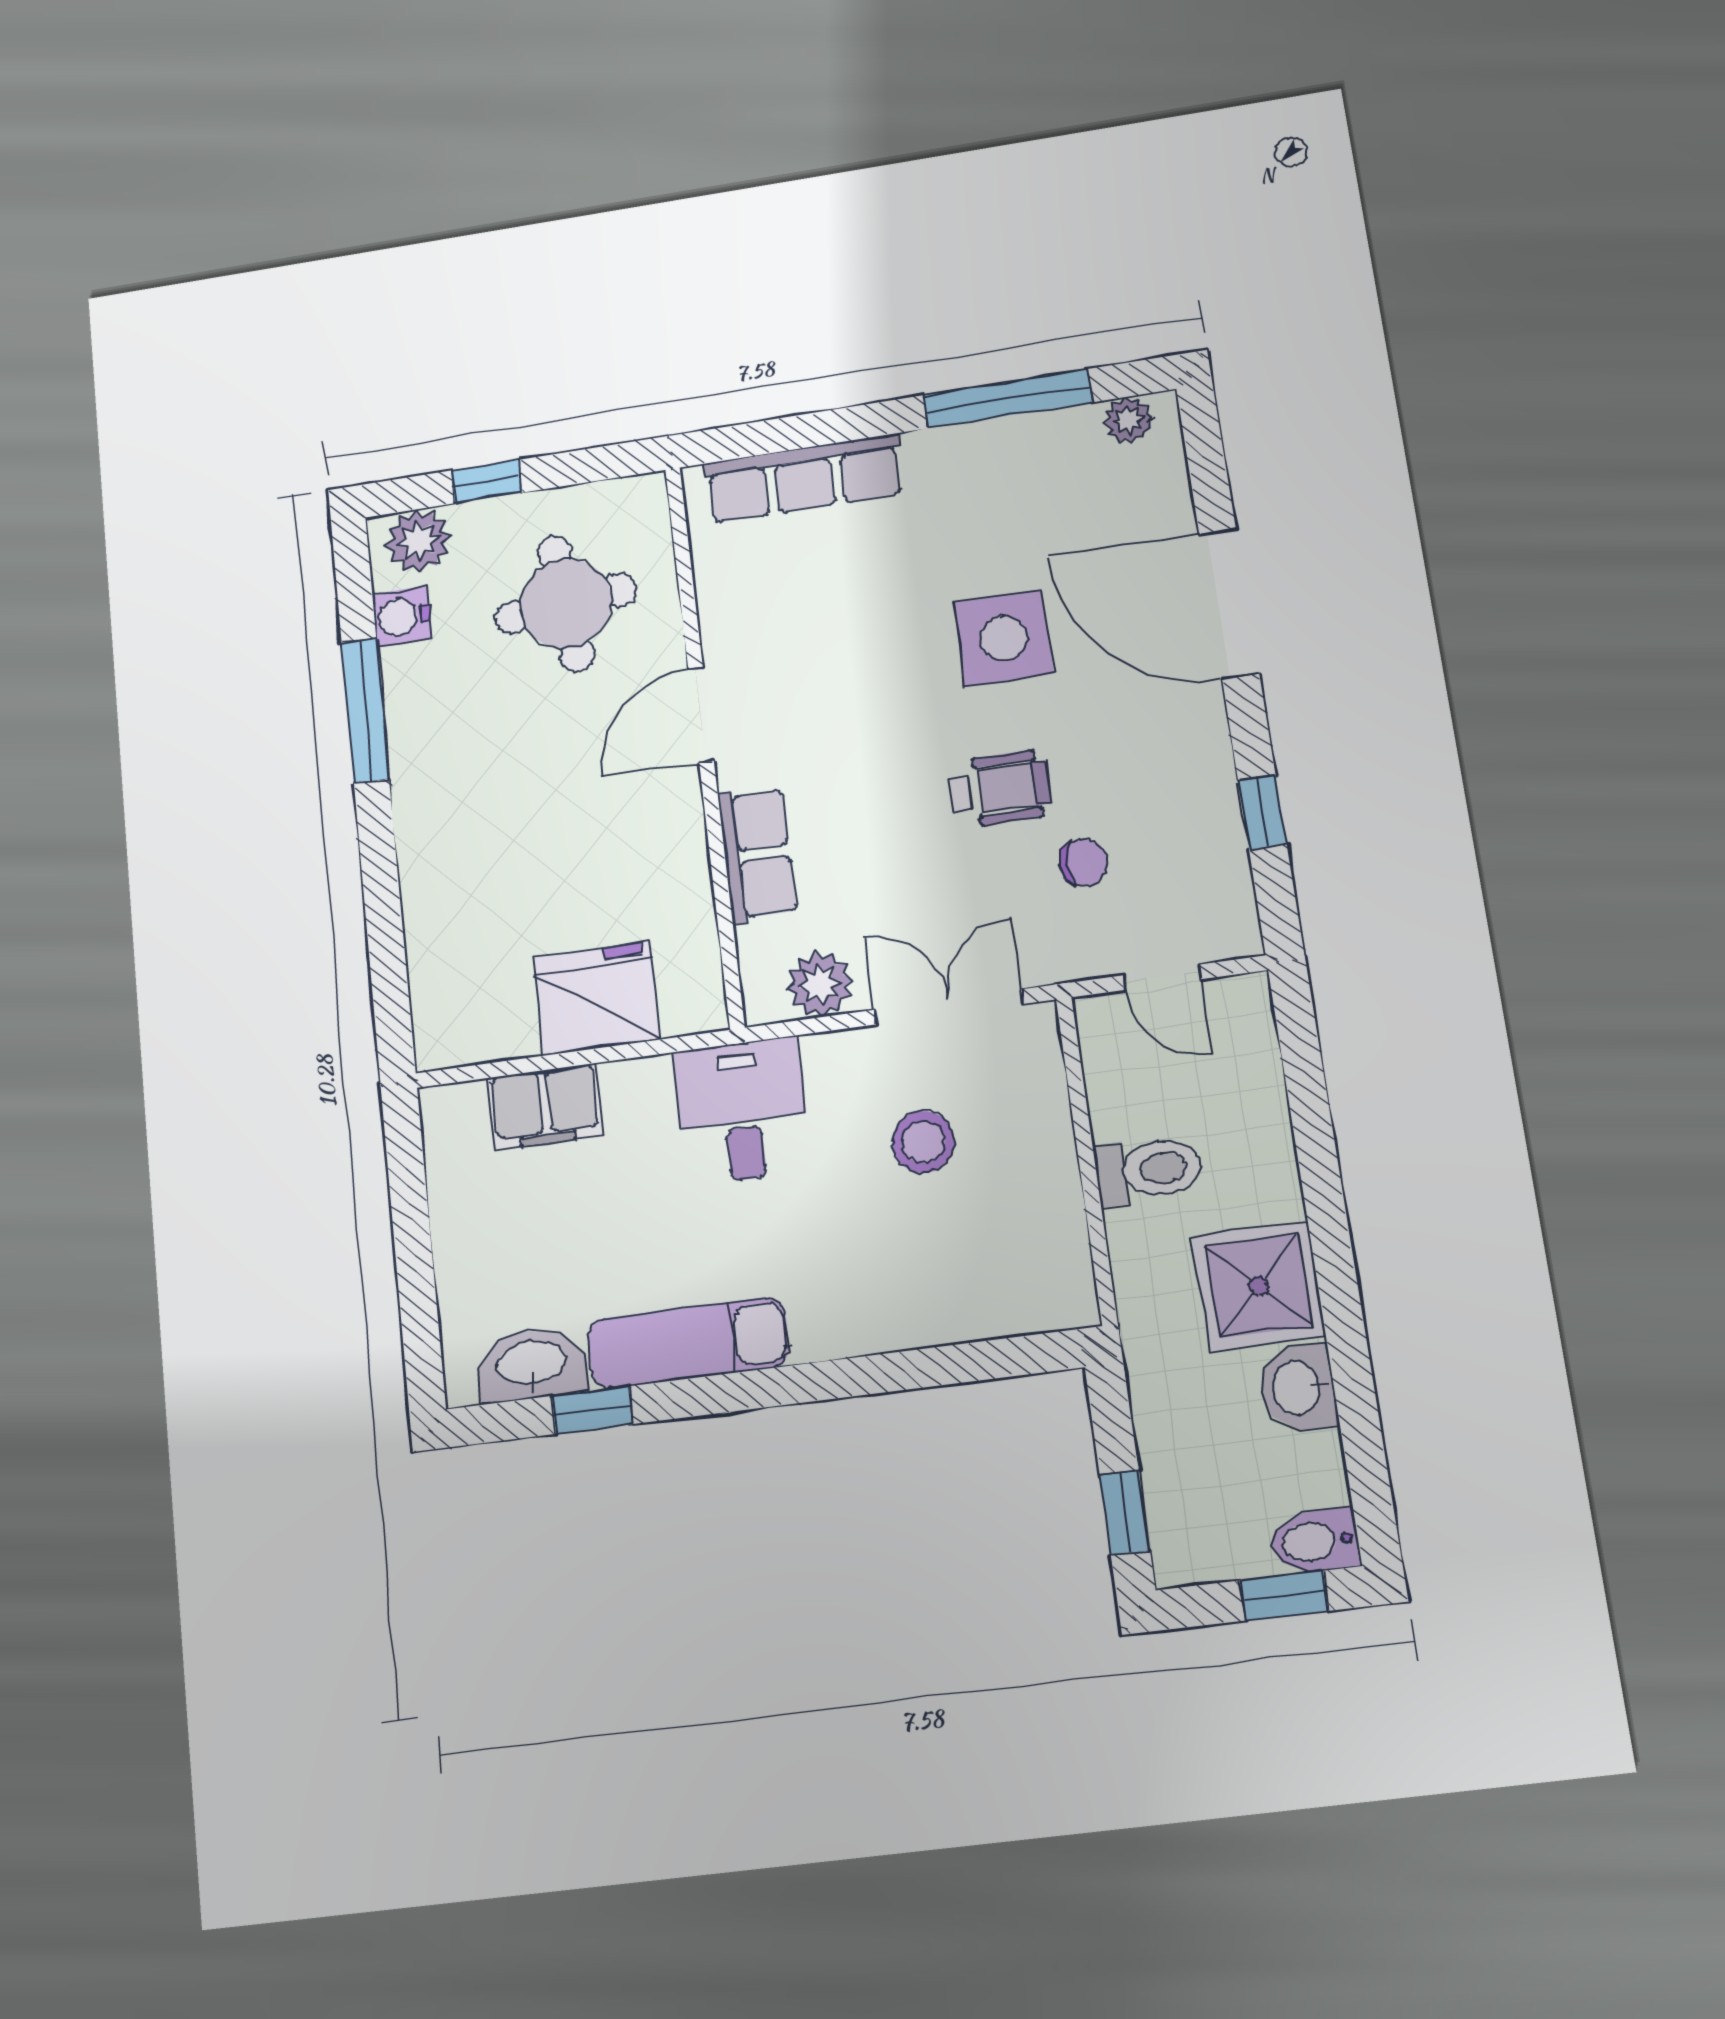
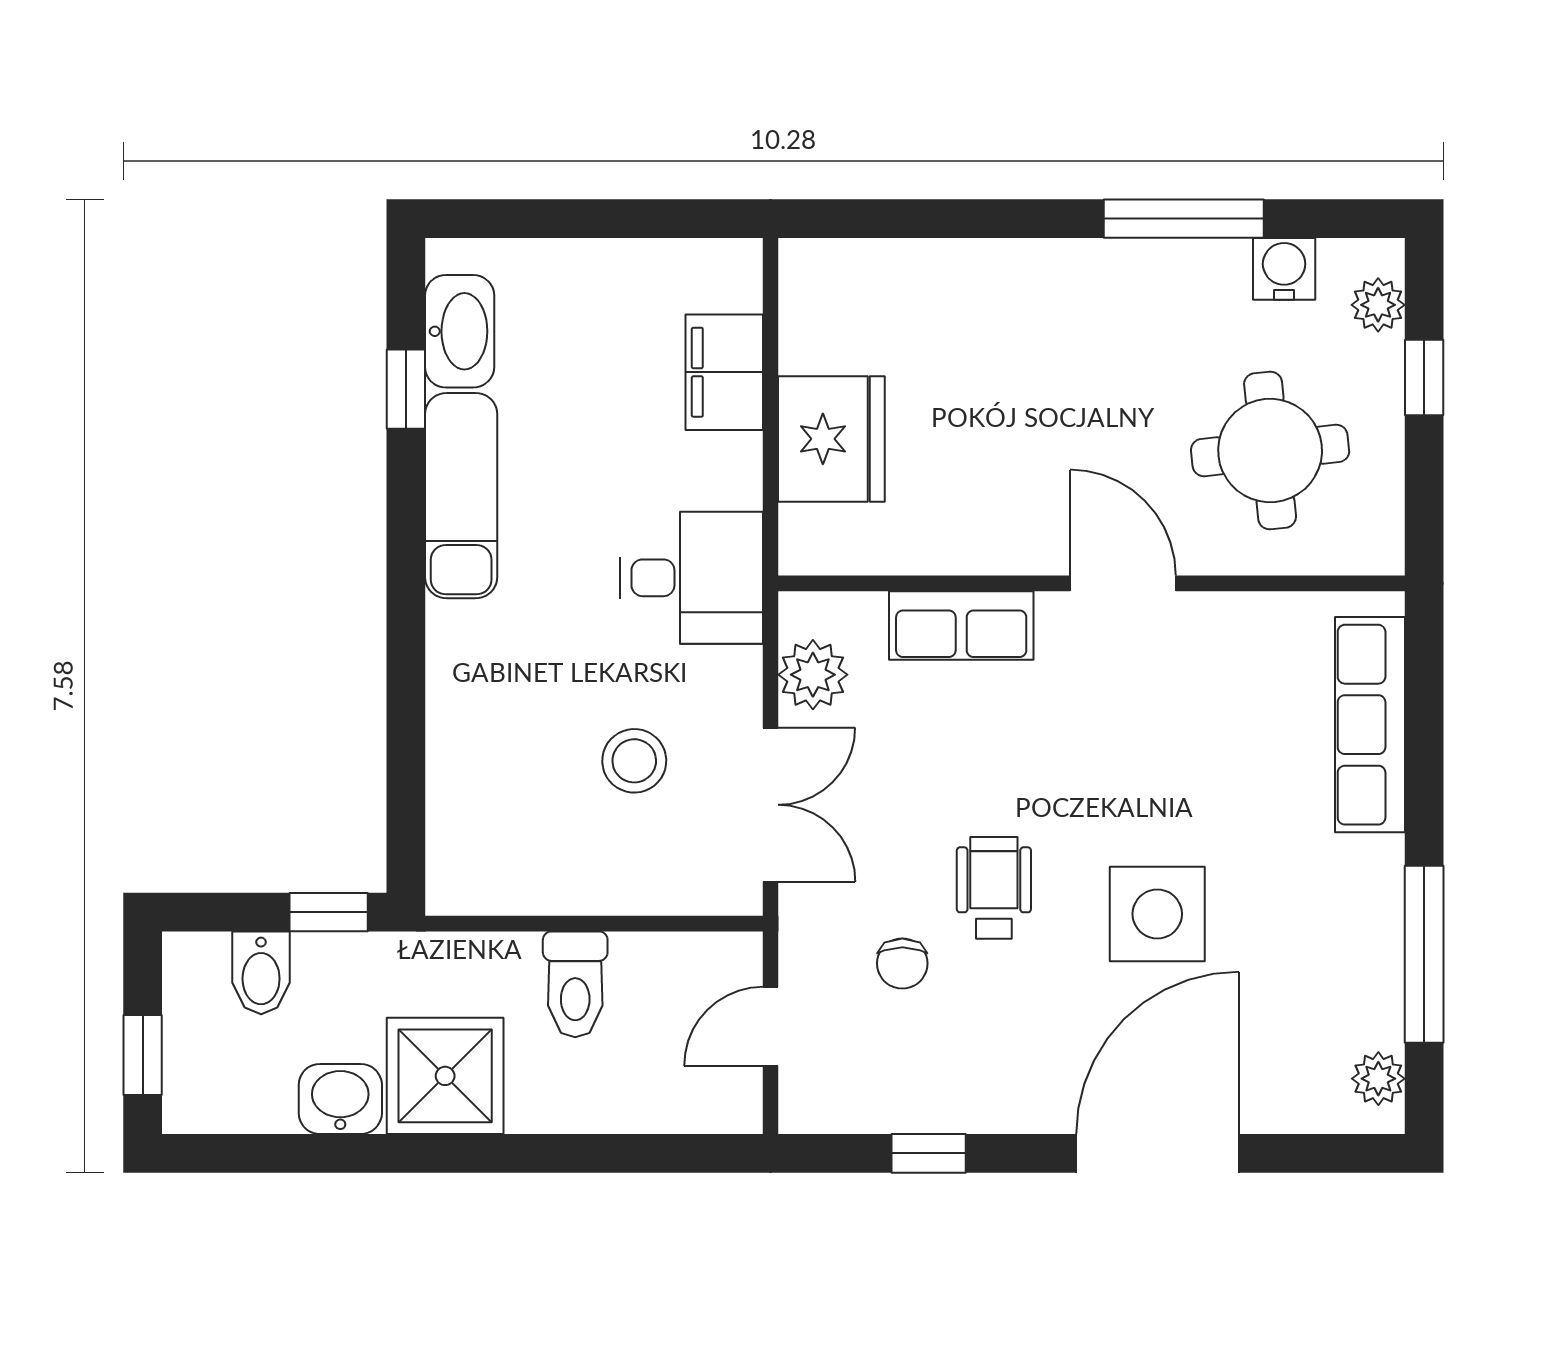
plant: (418, 541) -> (1378, 305), width x0.73, depth x0.73
wheelchair: (1000, 789) -> (994, 888), turned 180
window: (1125, 1513) -> (329, 912), moved
bidet: (1315, 1541) -> (261, 973), moved, turned 180

